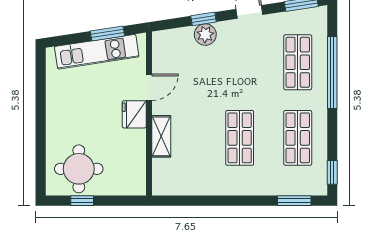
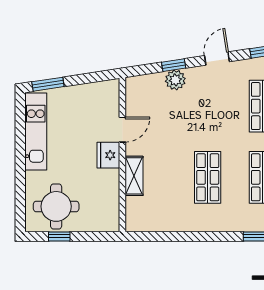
window: (107, 33) -> (48, 84), moved
kitchen unit: (97, 52) -> (36, 131), moved, turned -81

